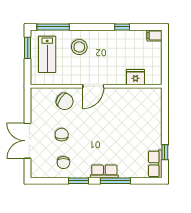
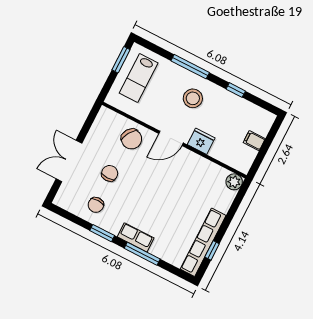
window: (53, 27) -> (190, 67), moved
filing cabinet: (154, 35) -> (254, 141), moved
stool: (79, 47) -> (193, 98), moved
fridge: (135, 77) -> (201, 141), moved
plant: (155, 94) -> (234, 182), added
row of seats: (155, 164) -> (203, 242), width x2.02

